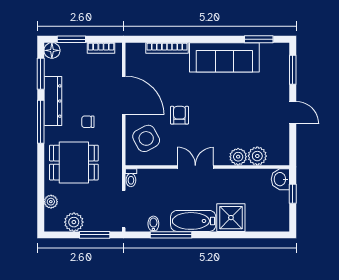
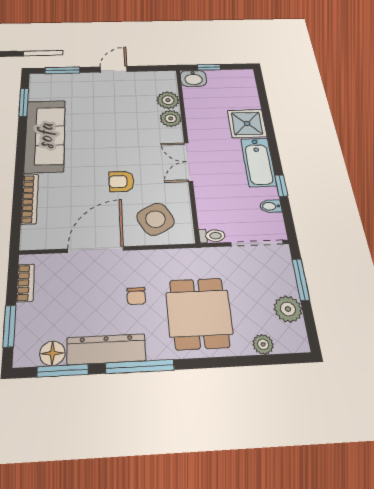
floor lamp: (52, 50) -> (52, 353), moved
window: (171, 235) -> (281, 186), width x0.46

